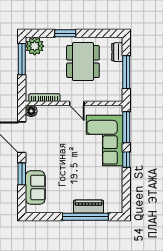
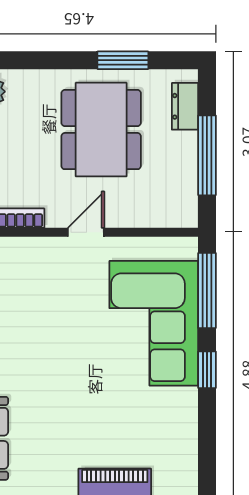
window: (65, 33) -> (123, 60), moved
door: (77, 103) -> (86, 232), swing flipped

